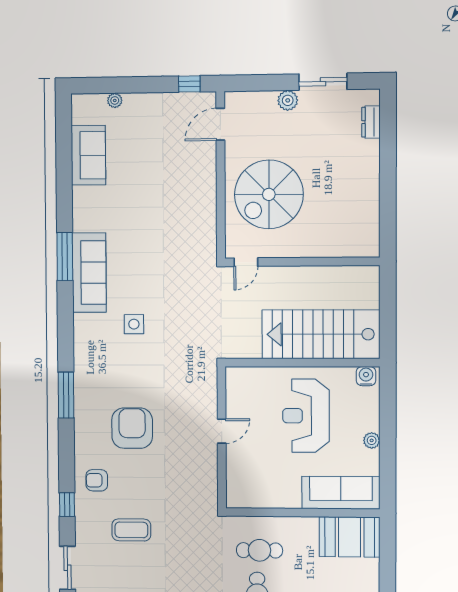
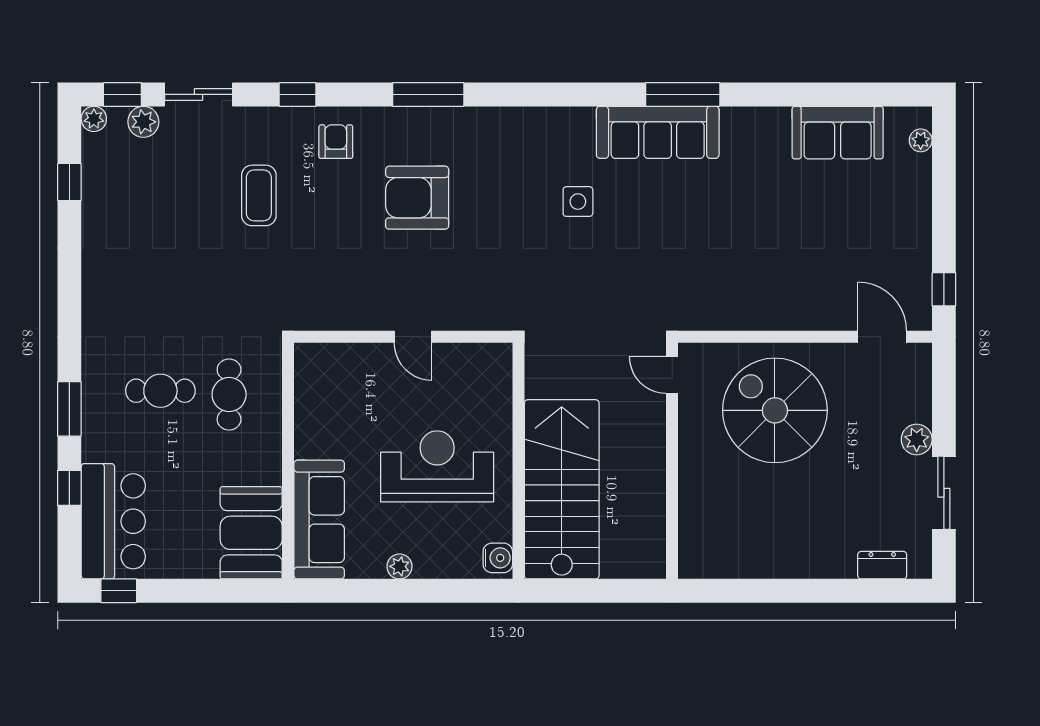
plant: (115, 100) -> (921, 140), moved
window: (66, 395) -> (428, 94), moved
armchair: (132, 428) -> (417, 198), turned 180

